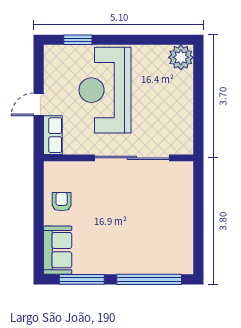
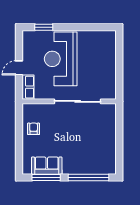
plant: (181, 57) -> (108, 38), removed
sofa: (58, 250) -> (47, 166), moved, turned -90

